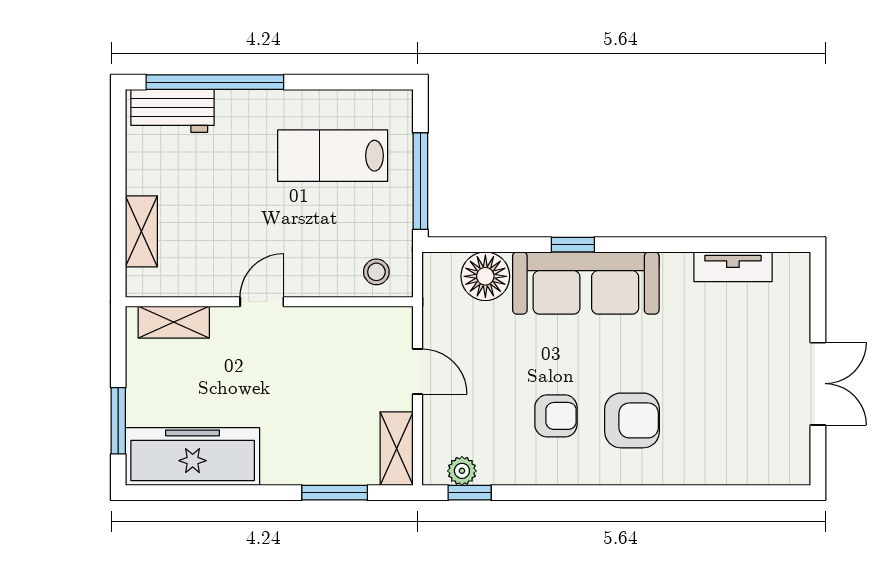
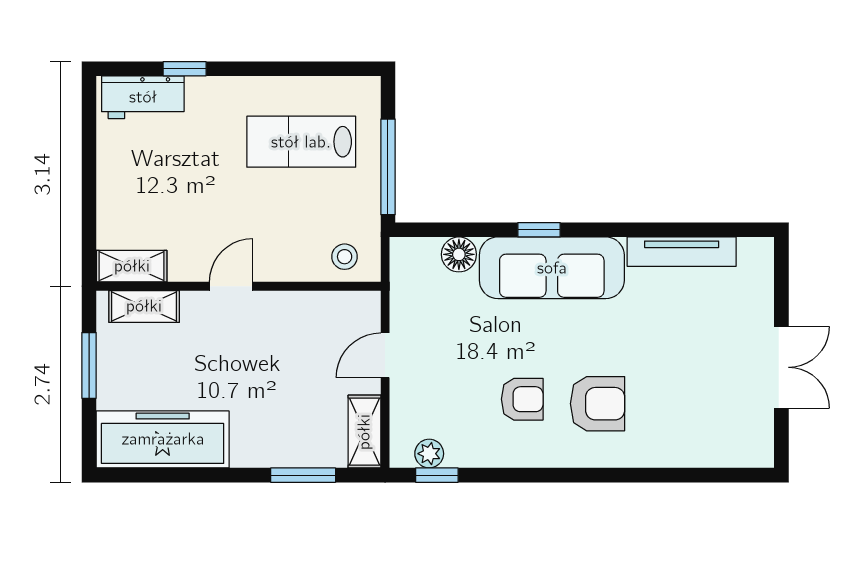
window: (215, 82) -> (185, 69), width x0.32
shelving: (141, 231) -> (132, 266), moved, turned 90
tv unit: (733, 267) -> (682, 252), width x1.41
floor lamp: (485, 276) -> (459, 254), width x0.73, depth x0.73
door: (417, 372) -> (385, 355), swing flipped
window: (118, 421) -> (89, 365), moved

